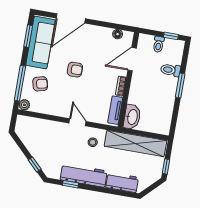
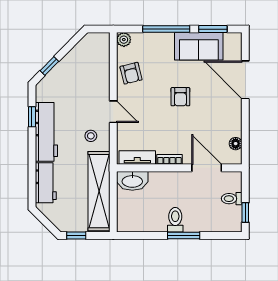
sofa: (40, 43) -> (199, 46), width x0.73
toilet: (170, 70) -> (175, 220), moved
window: (20, 83) -> (166, 29), moved
armchair: (40, 84) -> (131, 73), moved
door: (78, 122) -> (113, 112), hinge flipped

